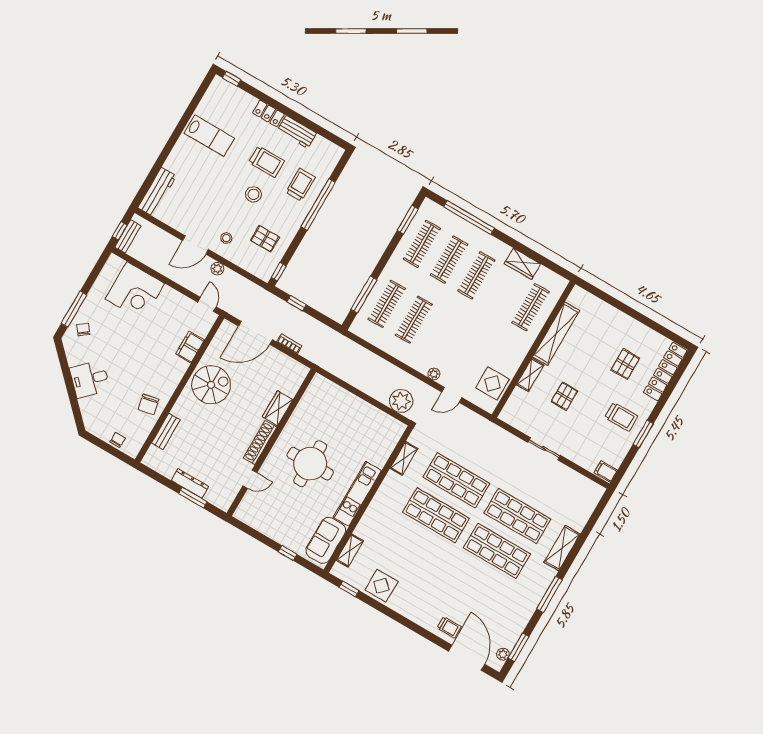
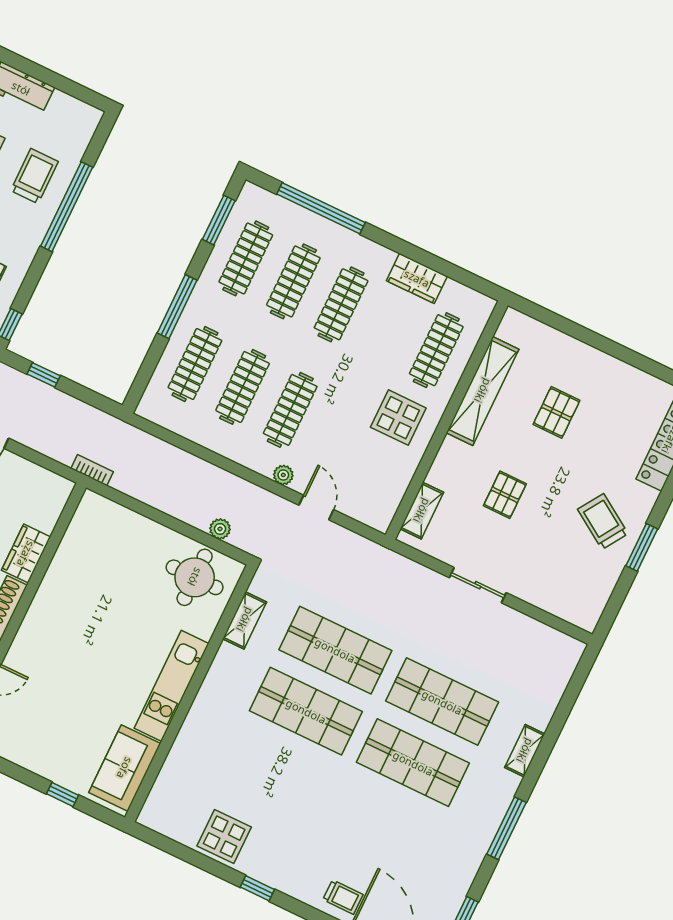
window: (364, 294) -> (177, 307), moved
clothes rail: (441, 336) -> (290, 410), added
bookcase: (289, 344) -> (92, 470), moved
pallet: (625, 364) -> (556, 412), moved
shelving: (530, 375) -> (422, 511), moved
display table: (492, 384) -> (398, 418), moved
door: (452, 395) -> (316, 507), swing flipped
plant: (401, 401) -> (220, 529), width x0.53, depth x0.53
trolley: (621, 417) -> (603, 522), turned -147
round table: (310, 464) -> (195, 577), moved, width x0.73, depth x0.73
filing cabinet: (606, 471) -> (584, 615), removed
shelving: (562, 548) -> (525, 751), width x0.67, depth x0.75
shelving: (350, 551) -> (167, 782), removed
window: (349, 589) -> (257, 888), moved

